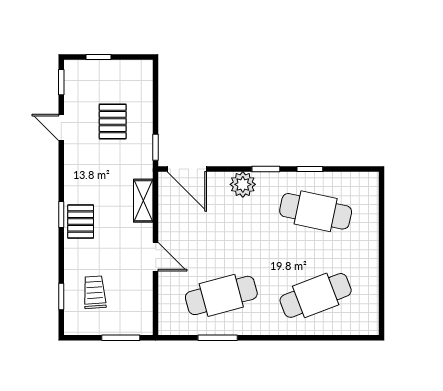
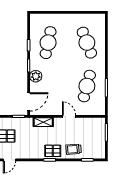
door: (156, 257) -> (69, 116), hinge flipped
trolley: (95, 292) -> (73, 149), moved
cafe table: (221, 295) -> (87, 86), turned 30

